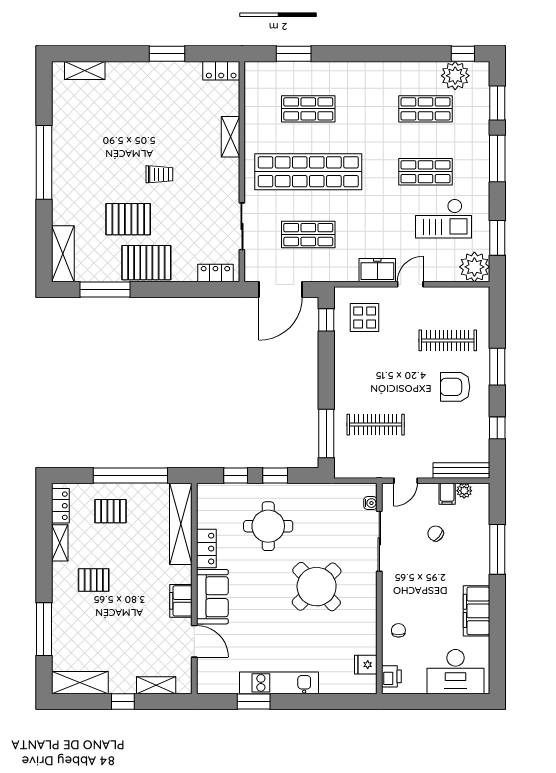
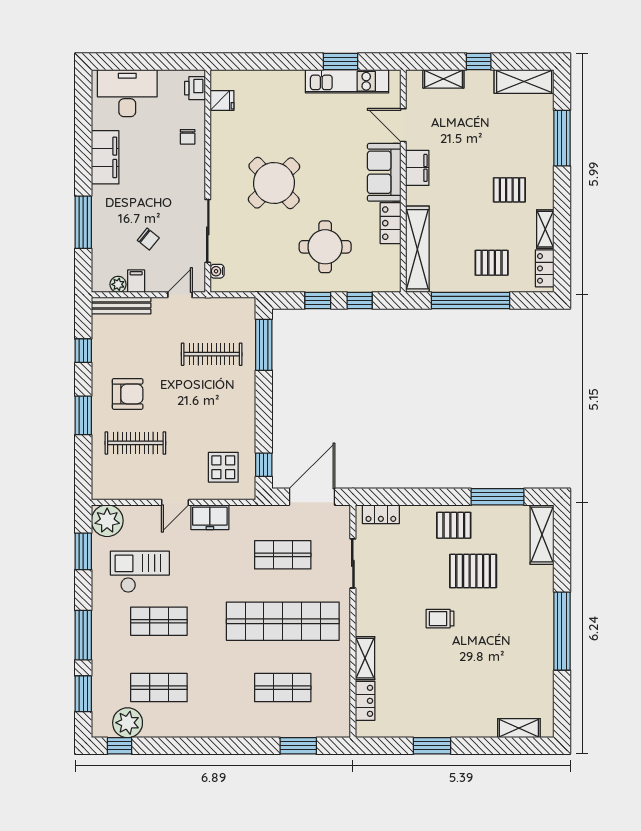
locker: (221, 71) -> (365, 701), moved, turned 90
pallet: (146, 263) -> (454, 525), width x0.67, depth x0.71
kitchen unit: (279, 683) -> (347, 81), moved

